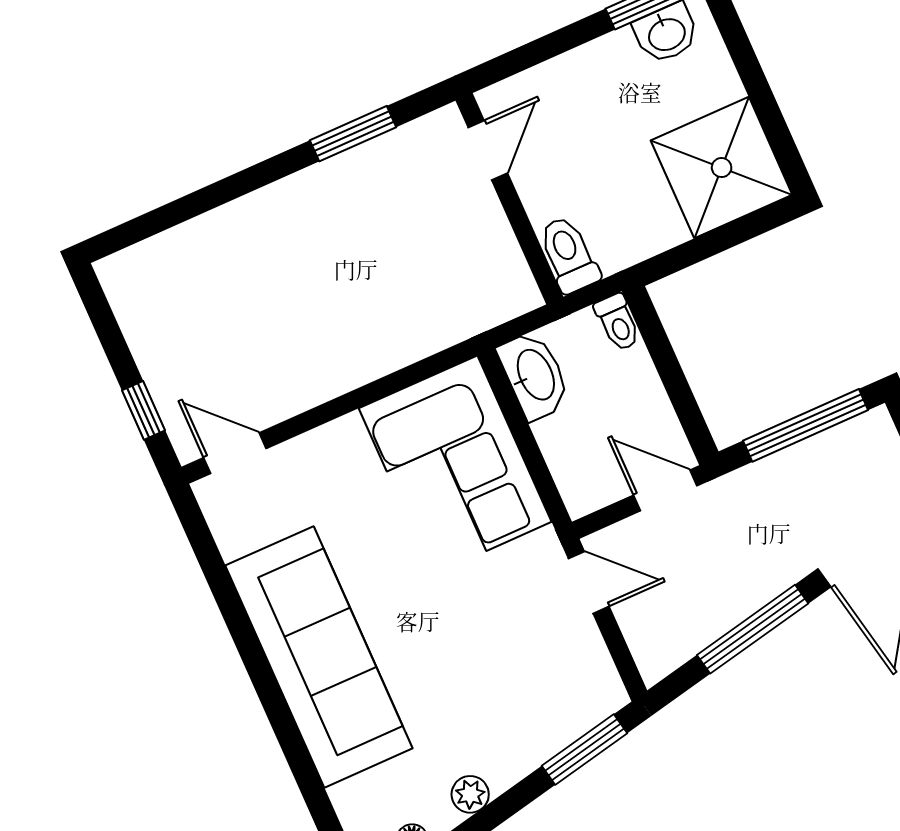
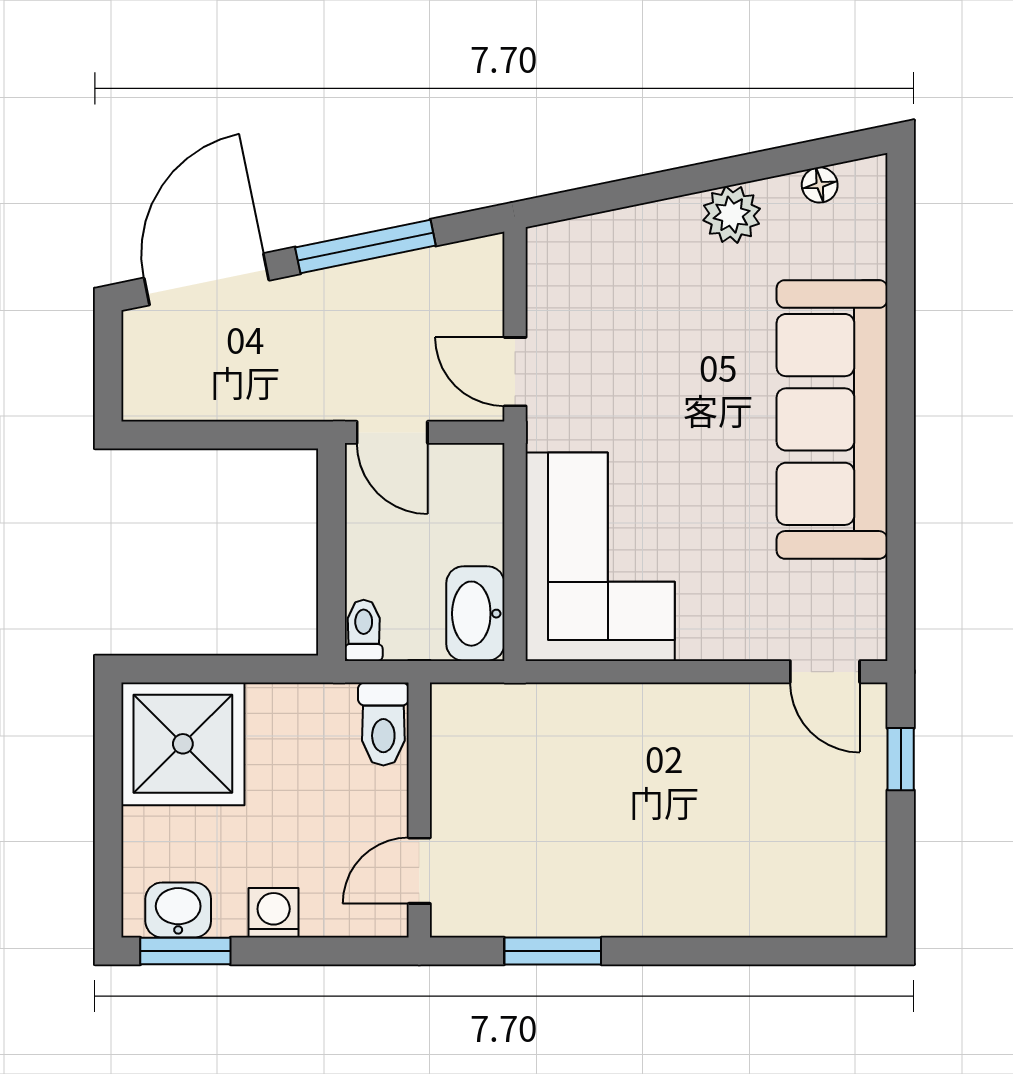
washing machine: (589, 65) -> (274, 913), added
window: (806, 425) -> (215, 435), removed
window: (585, 749) -> (597, 199), removed
plant: (470, 794) -> (732, 215), width x1.38, depth x1.38

